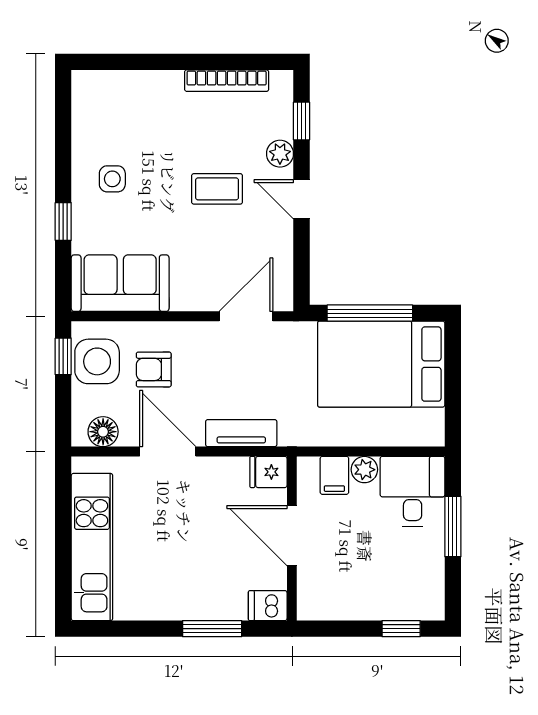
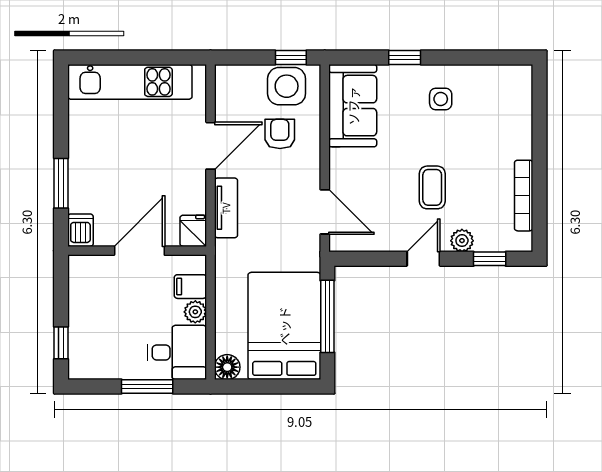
floor lamp: (103, 432) -> (227, 367), moved

